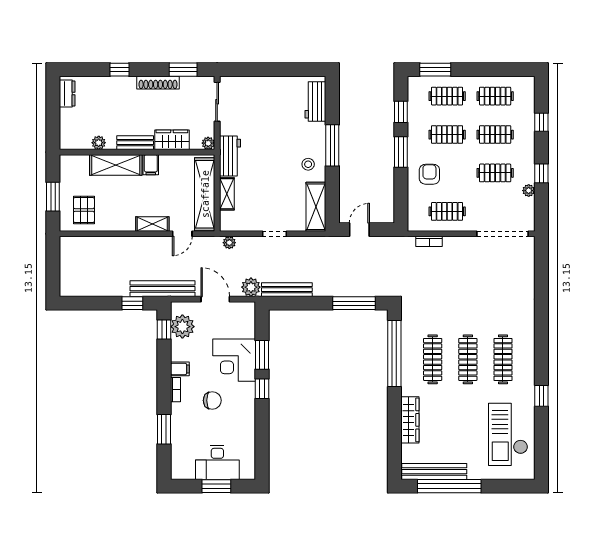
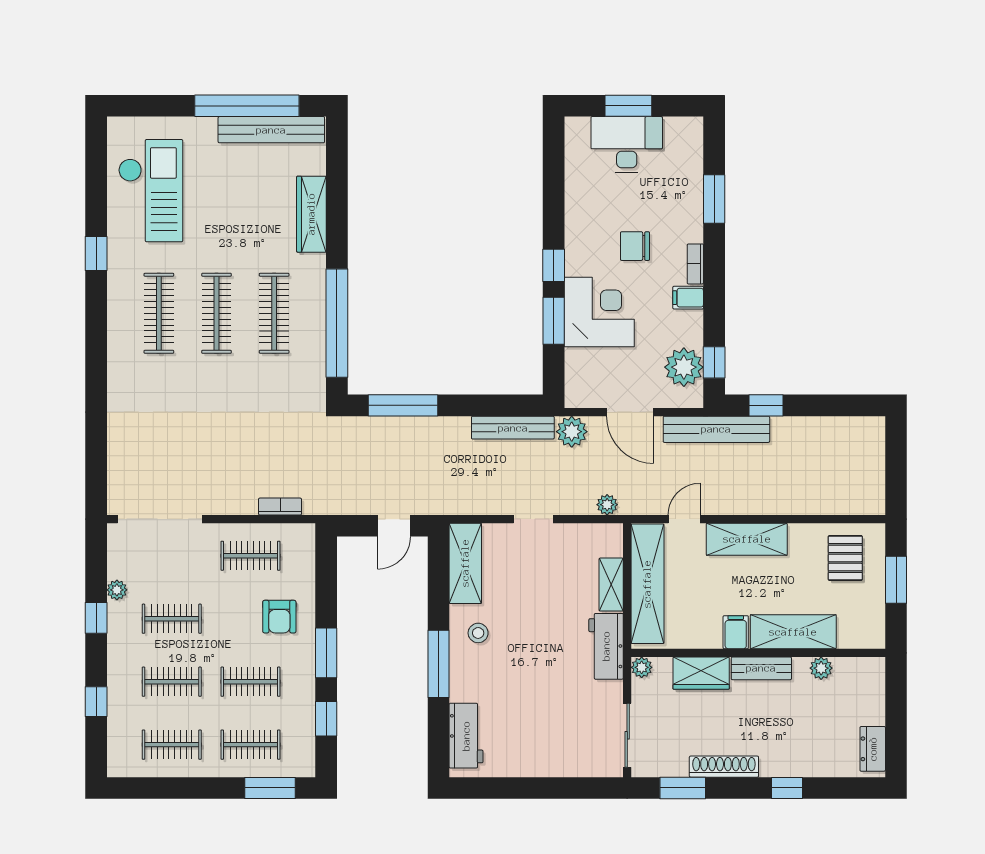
shelving: (152, 224) -> (747, 539), width x1.50, depth x1.33

